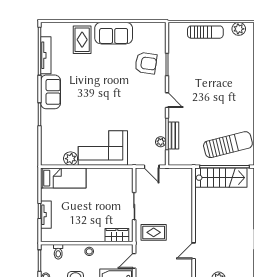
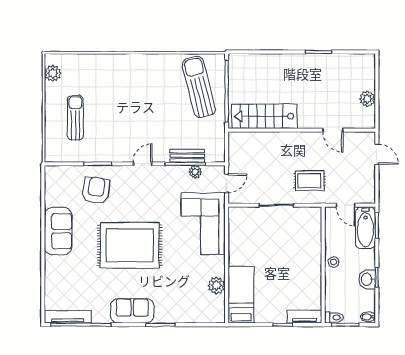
sun lounger: (205, 32) -> (75, 118), moved
rug: (82, 40) -> (130, 245), moved, width x1.86, depth x2.06
tv unit: (46, 55) -> (68, 317), moved
corner sofa: (103, 148) -> (203, 224), moved
stairs: (221, 178) -> (264, 116), moved, turned -90
tv unit: (46, 215) -> (304, 317), moved
rug: (154, 232) -> (310, 181), turned 90
wardrobe: (117, 235) -> (313, 227), removed
toilet: (58, 252) -> (334, 317), moved

